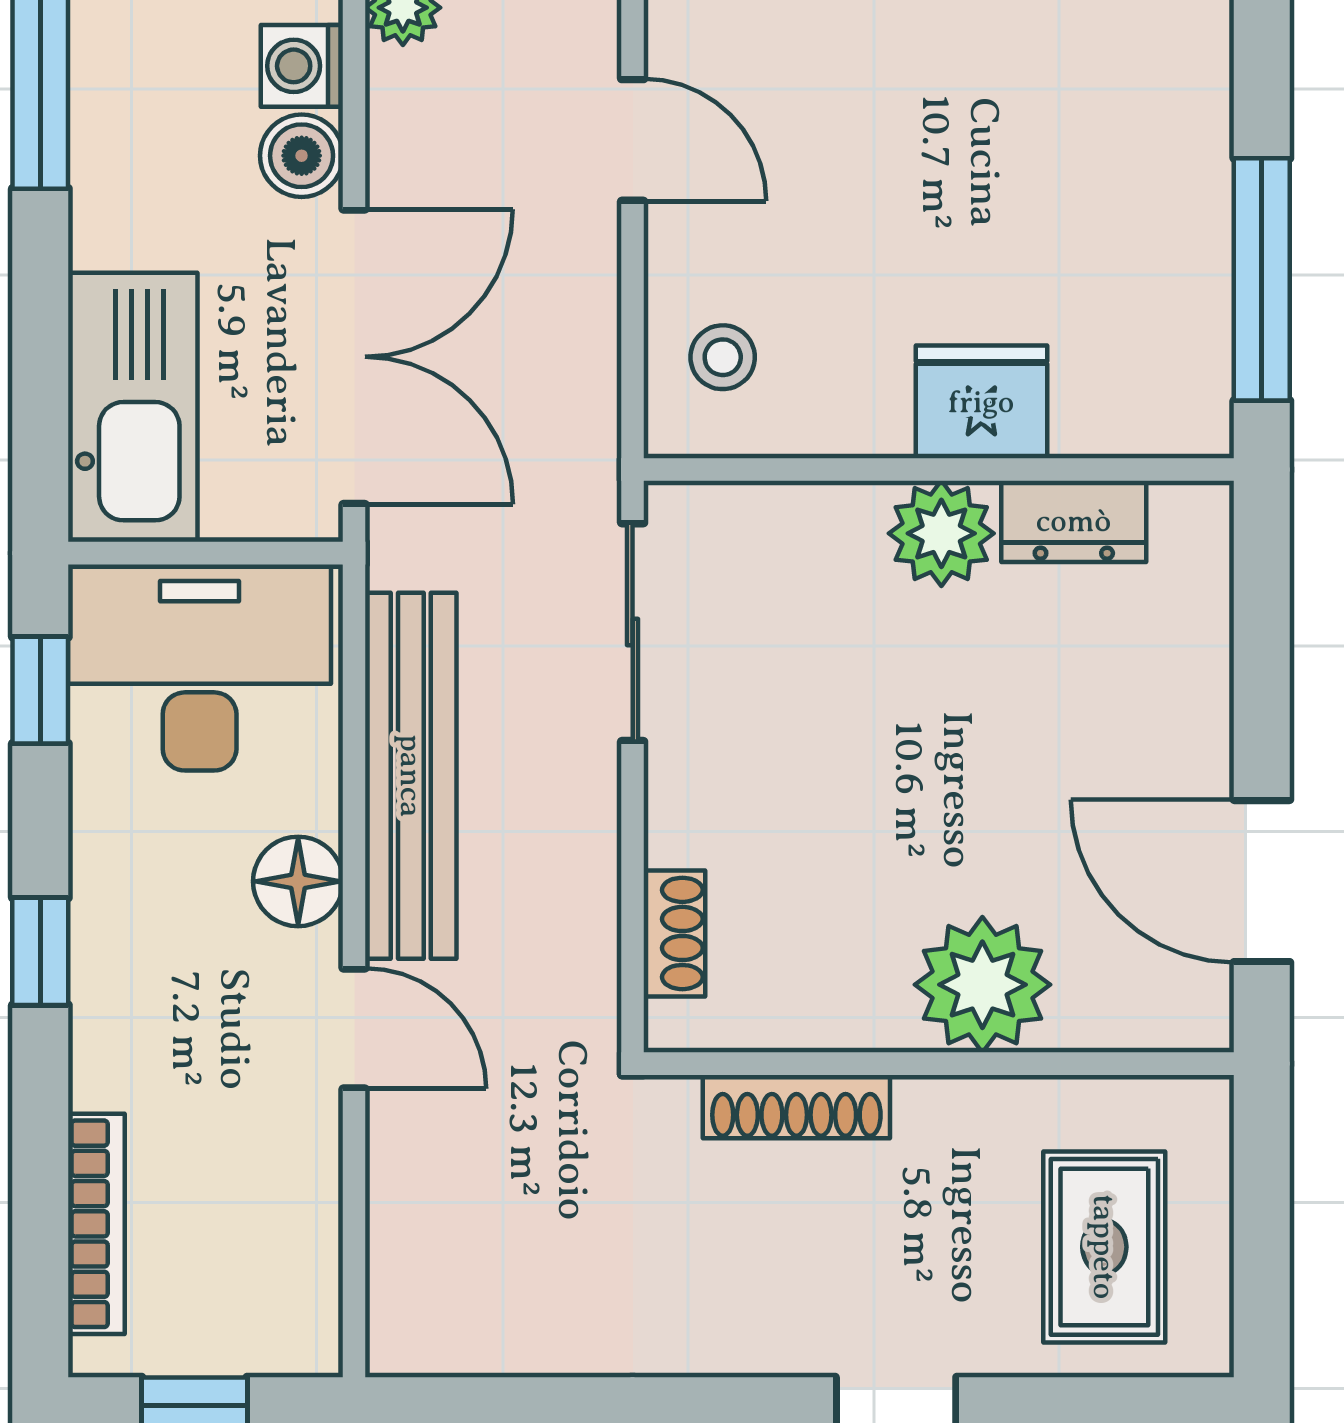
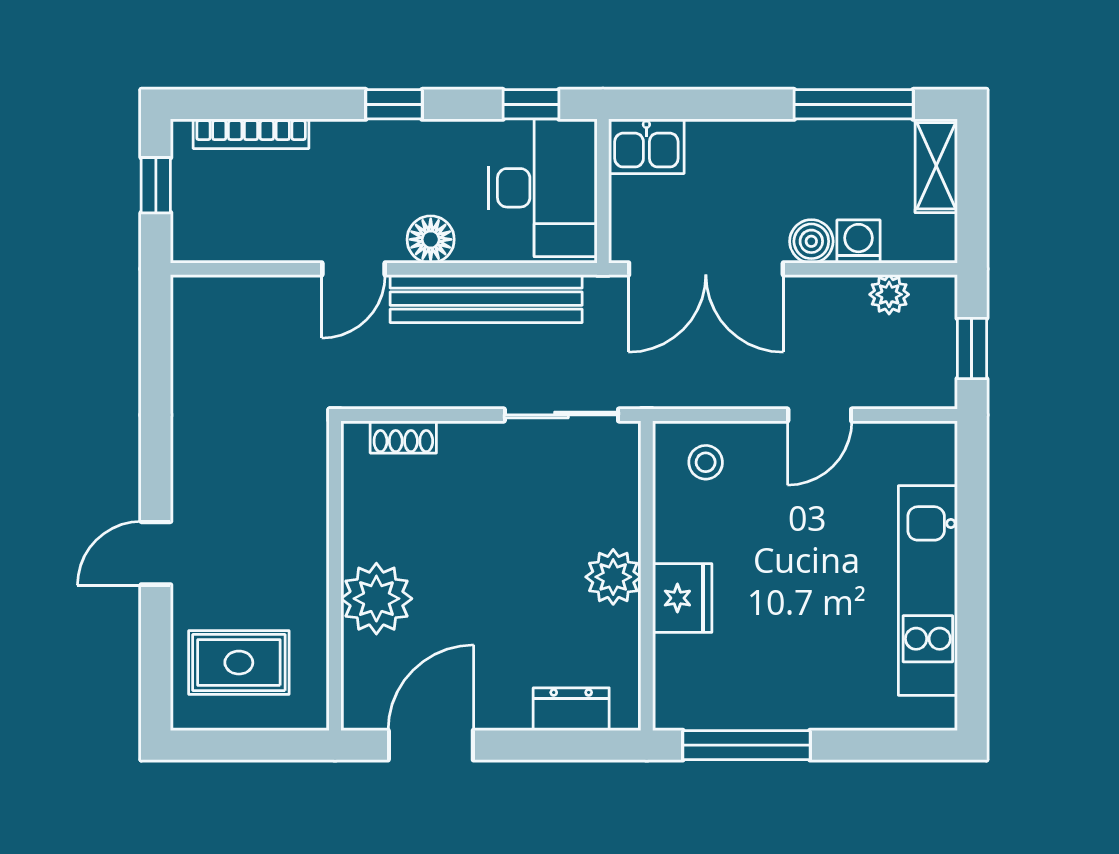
kitchen sink: (133, 407) -> (646, 146), width x0.53, depth x0.81
dresser: (1074, 521) -> (571, 709), moved, turned 90
shoe rack: (796, 1107) -> (313, 501), removed

